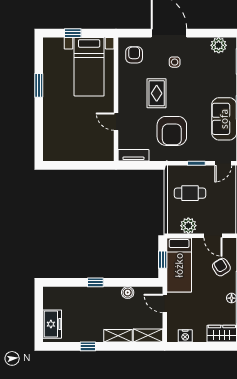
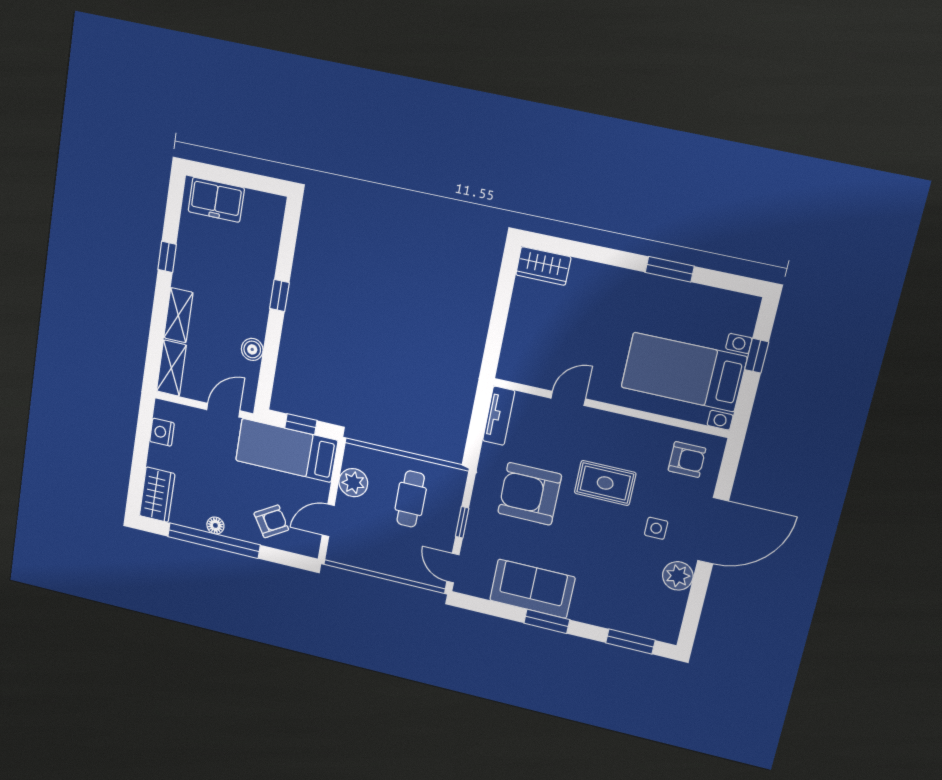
plant: (219, 45) -> (678, 576), moved
wardrobe: (50, 148) -> (543, 266), added

